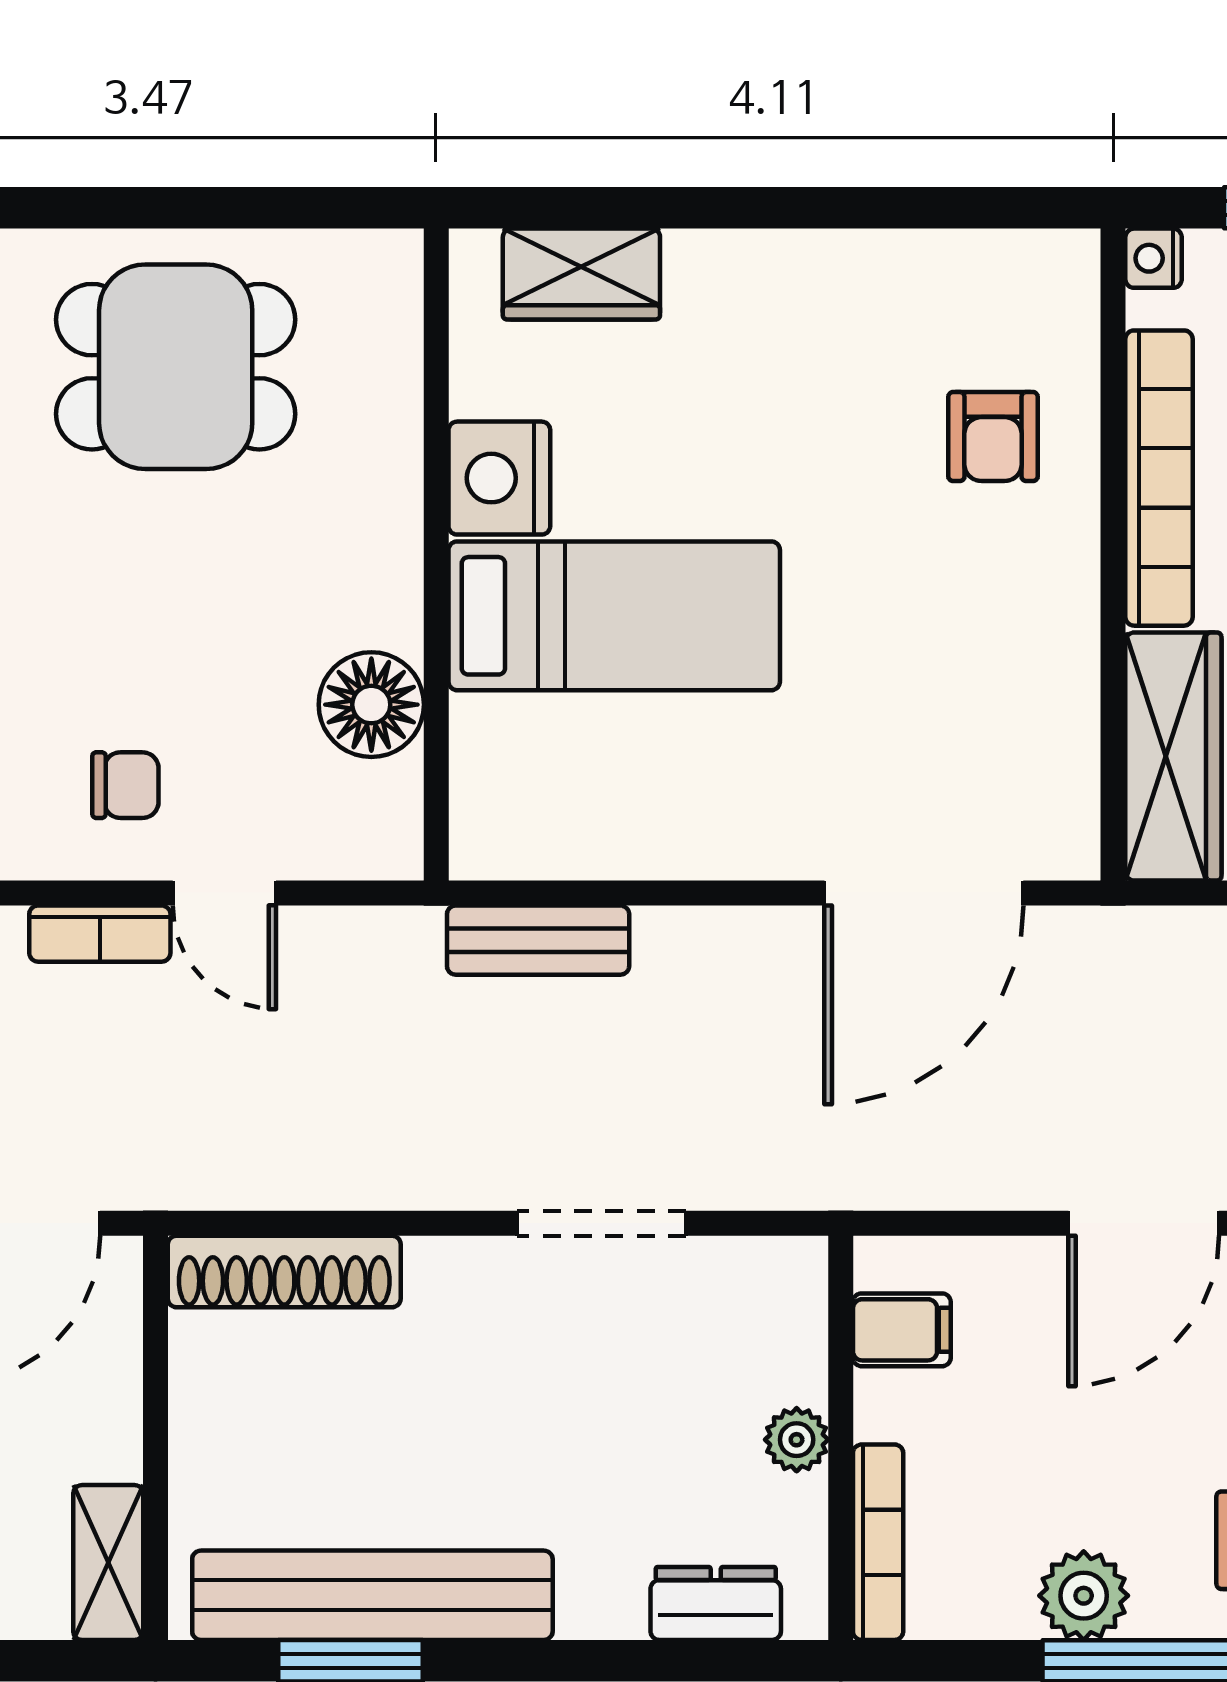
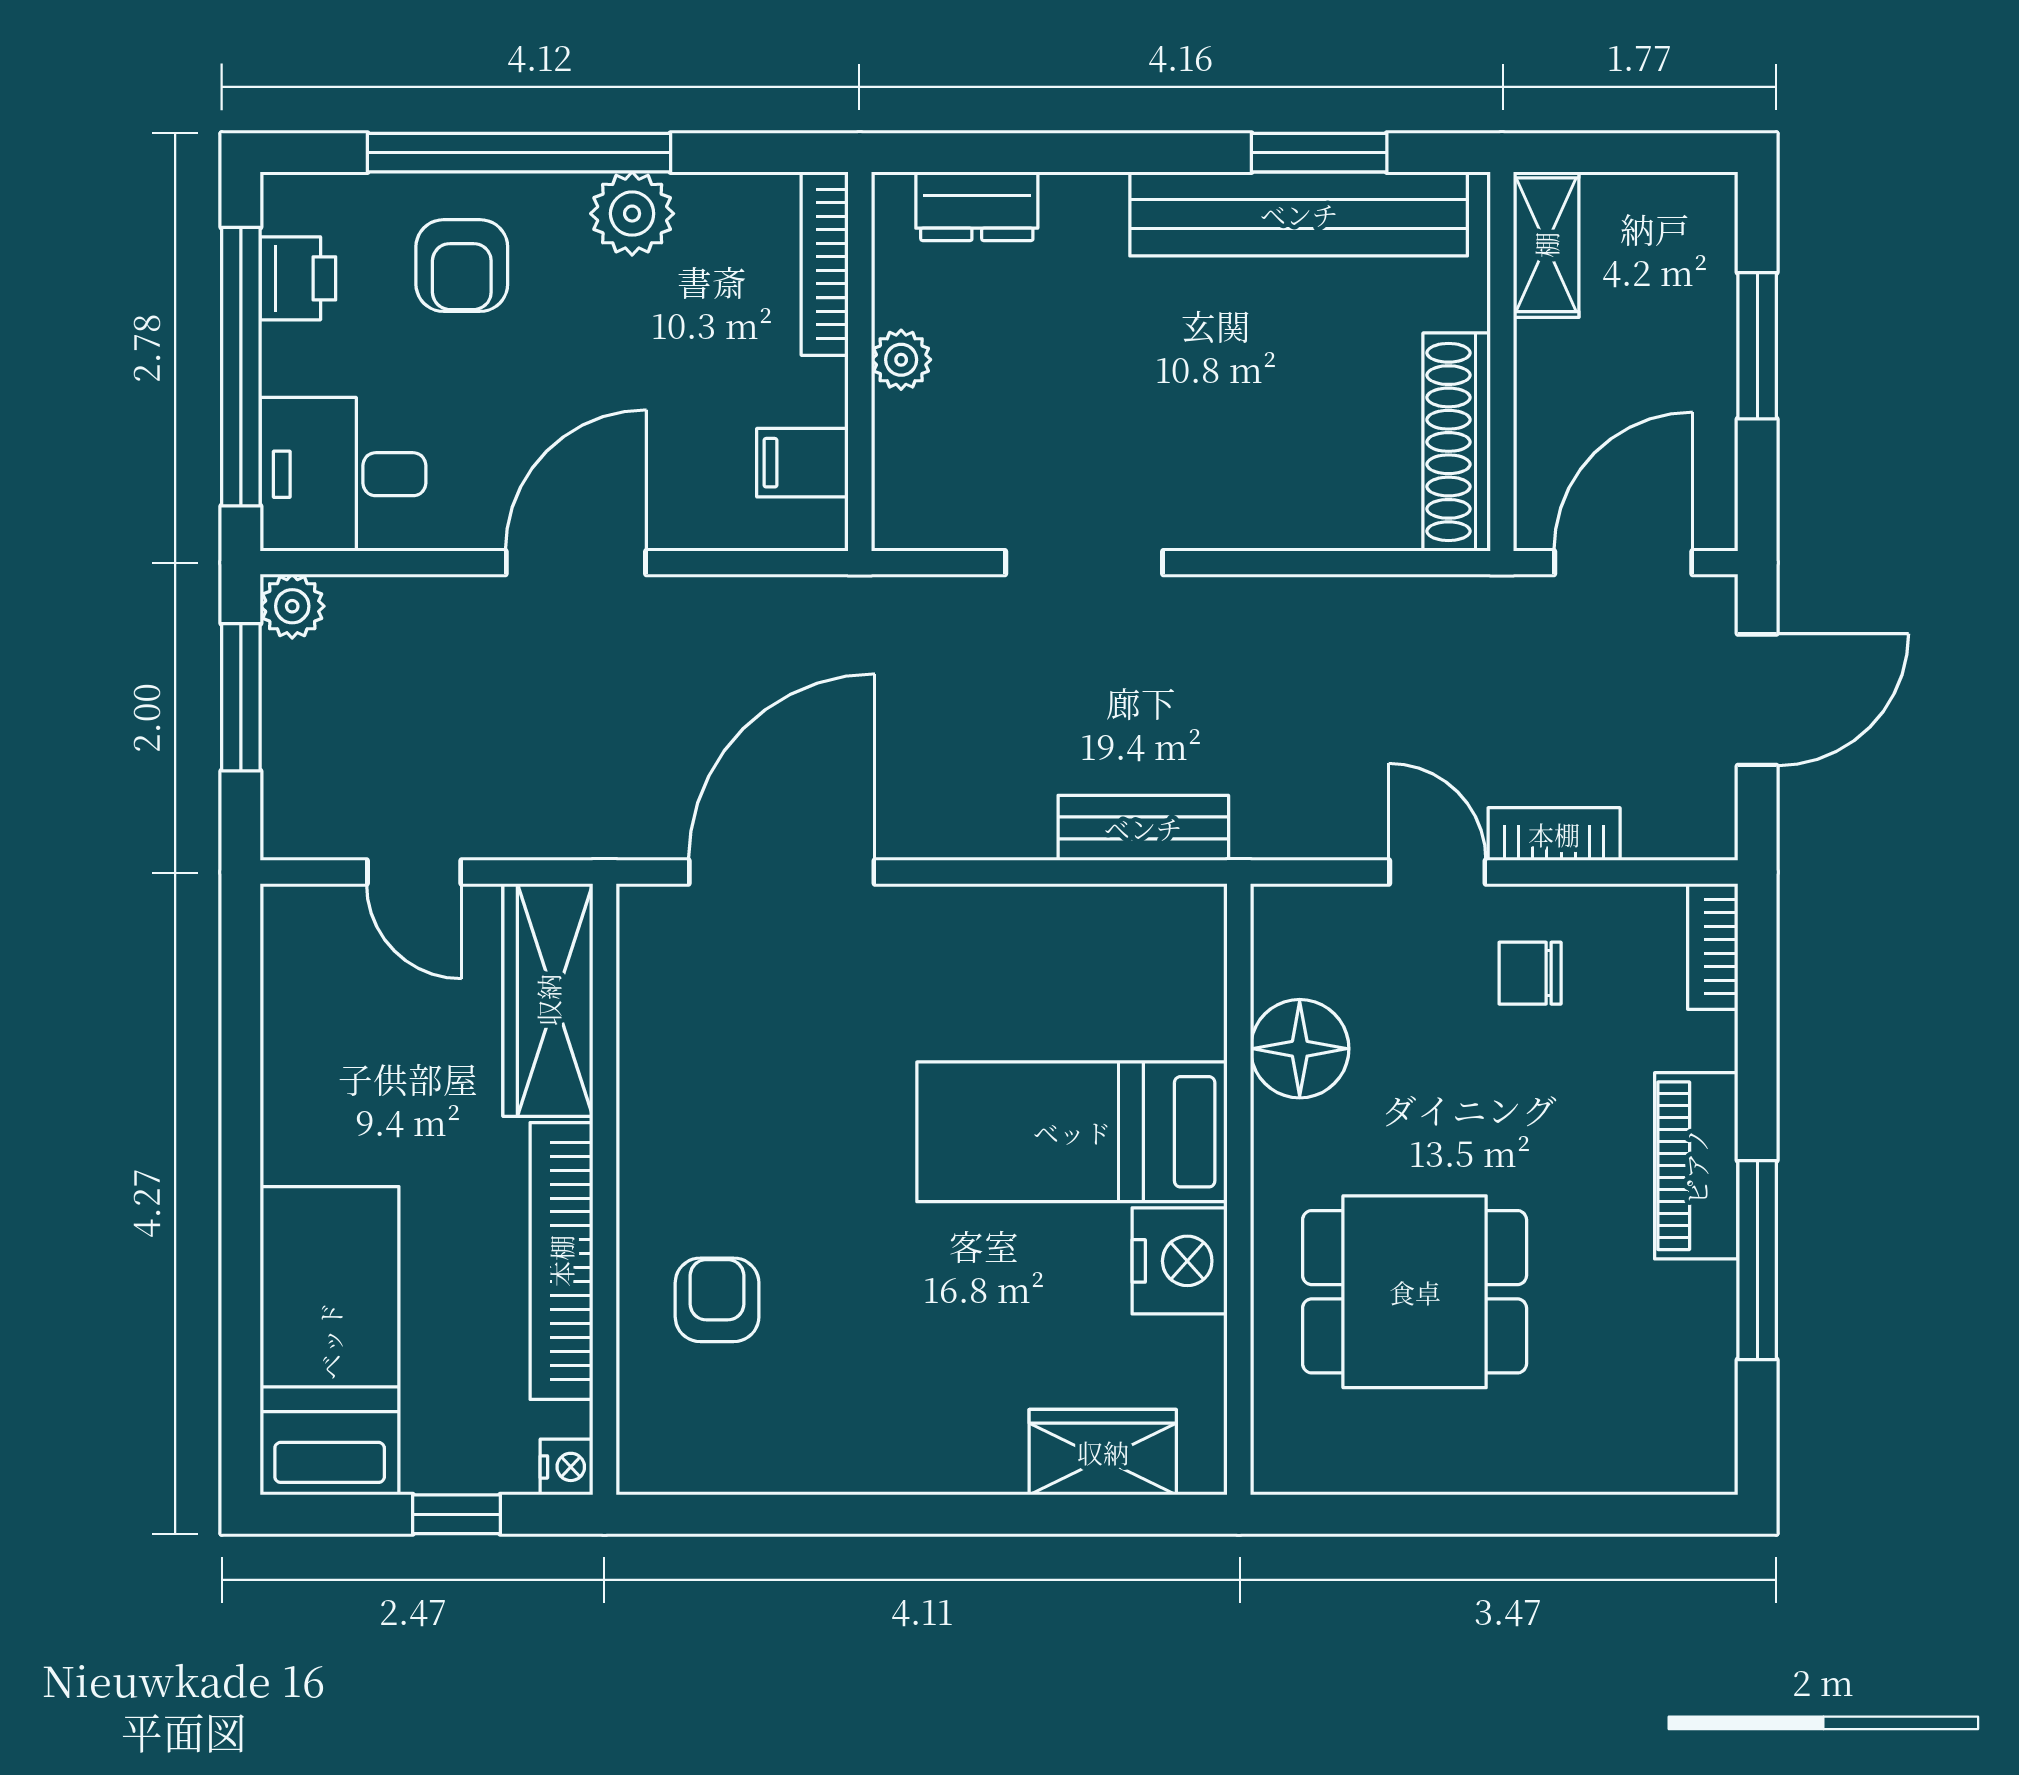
dining table: (176, 367) -> (1415, 1292), moved
shoe rack: (284, 1272) -> (1457, 442), moved, turned -90

